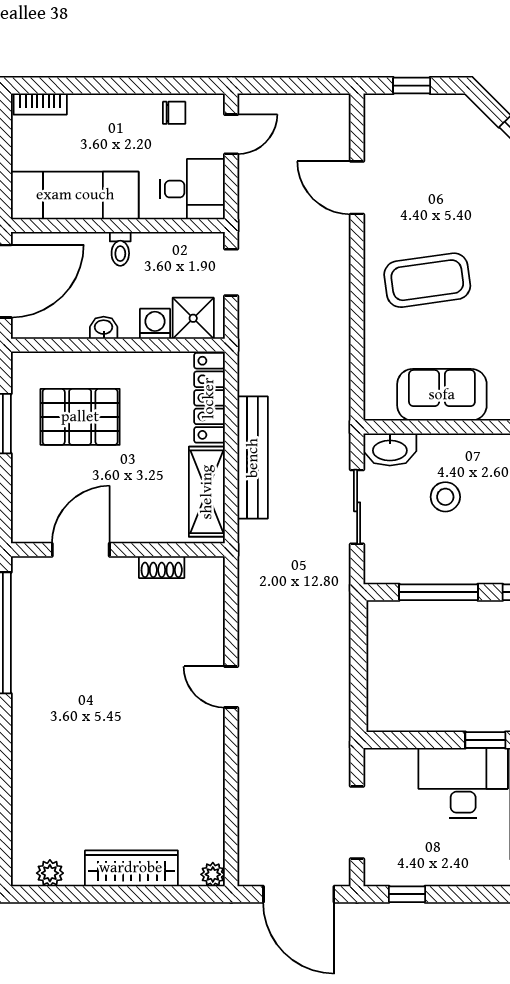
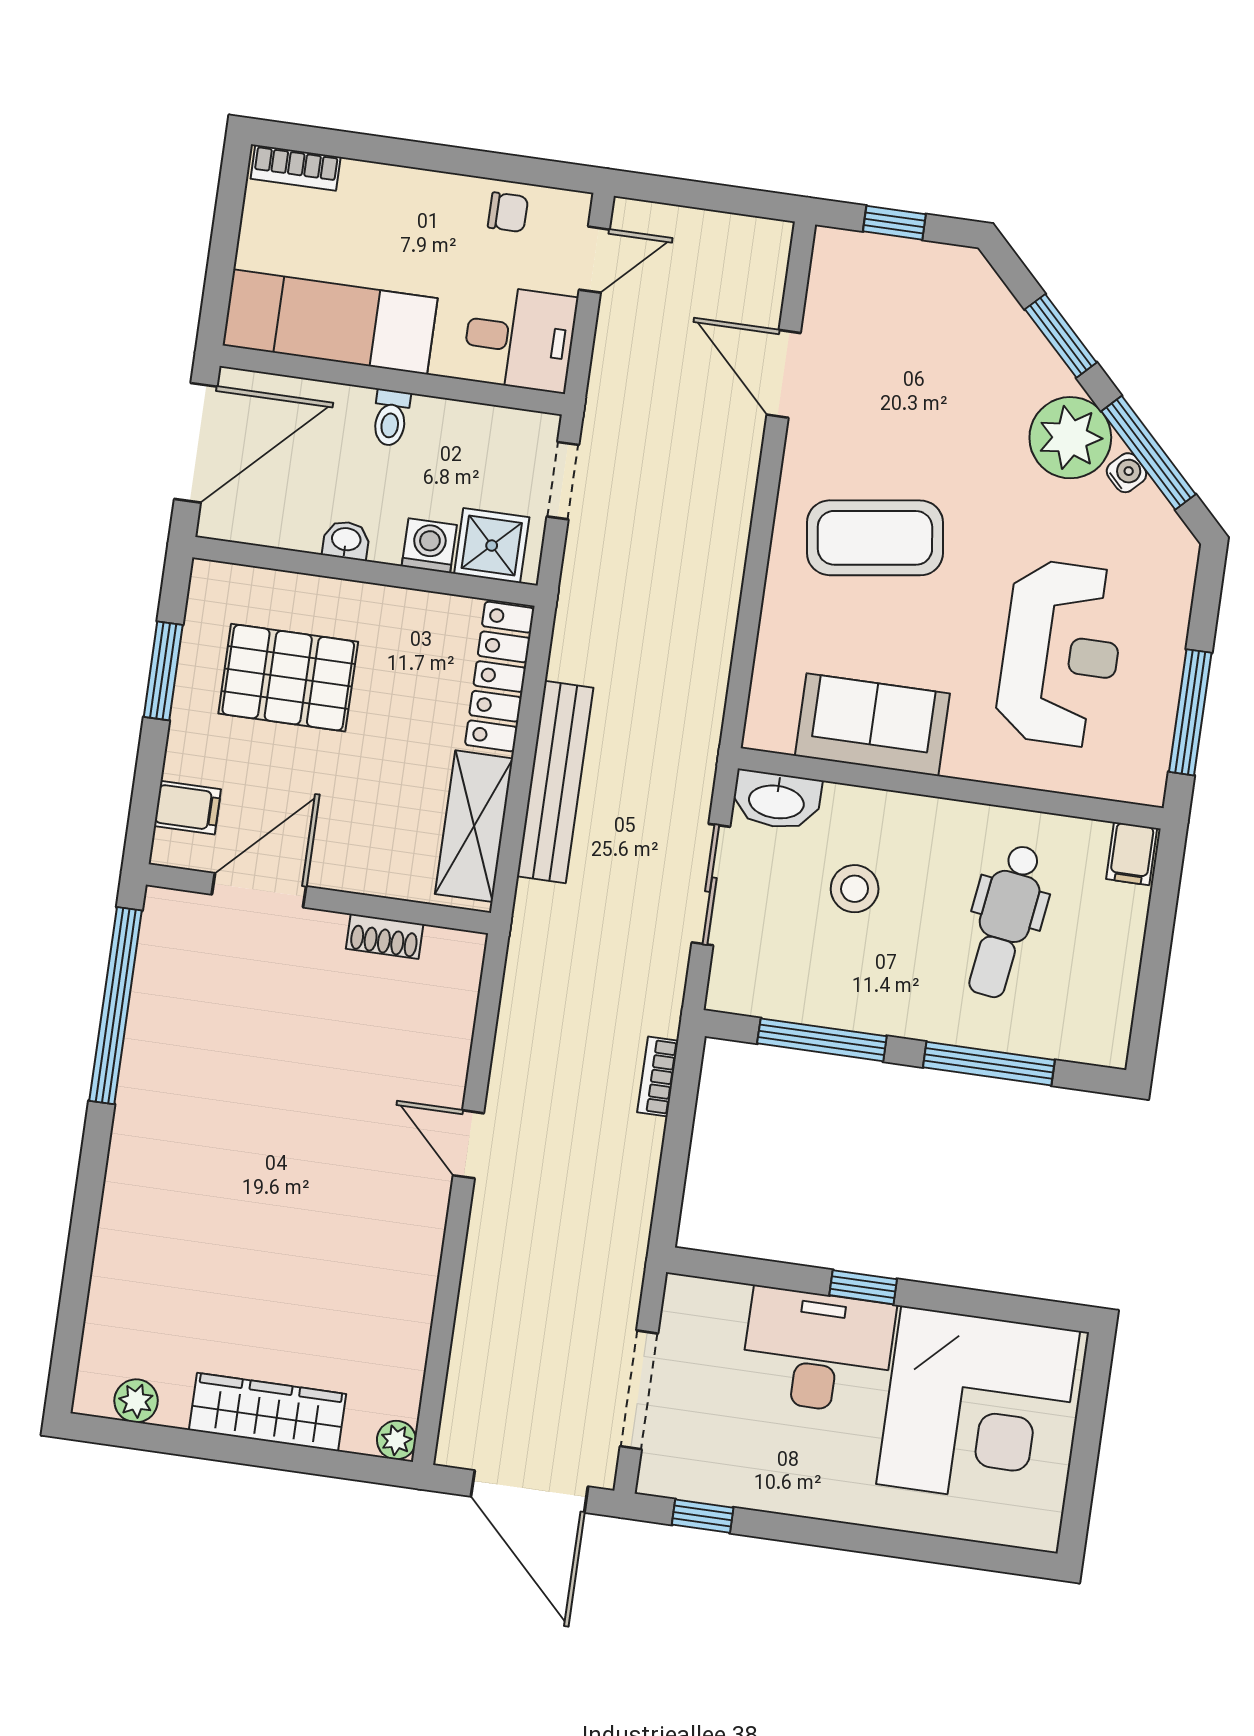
filing cabinet: (30, 505) -> (187, 808), added
bookcase: (341, 629) -> (658, 1076), added

